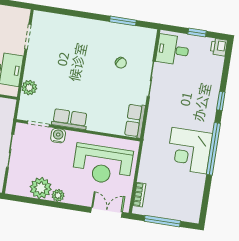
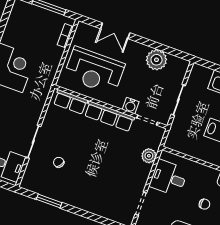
row of seats: (70, 119) -> (109, 116), width x1.48
row of seats: (135, 121) -> (70, 102), moved, turned 90
reception desk: (103, 164) -> (94, 71), turned 180
plant: (58, 195) -> (142, 50), removed
double door: (107, 212) -> (115, 31), moved

